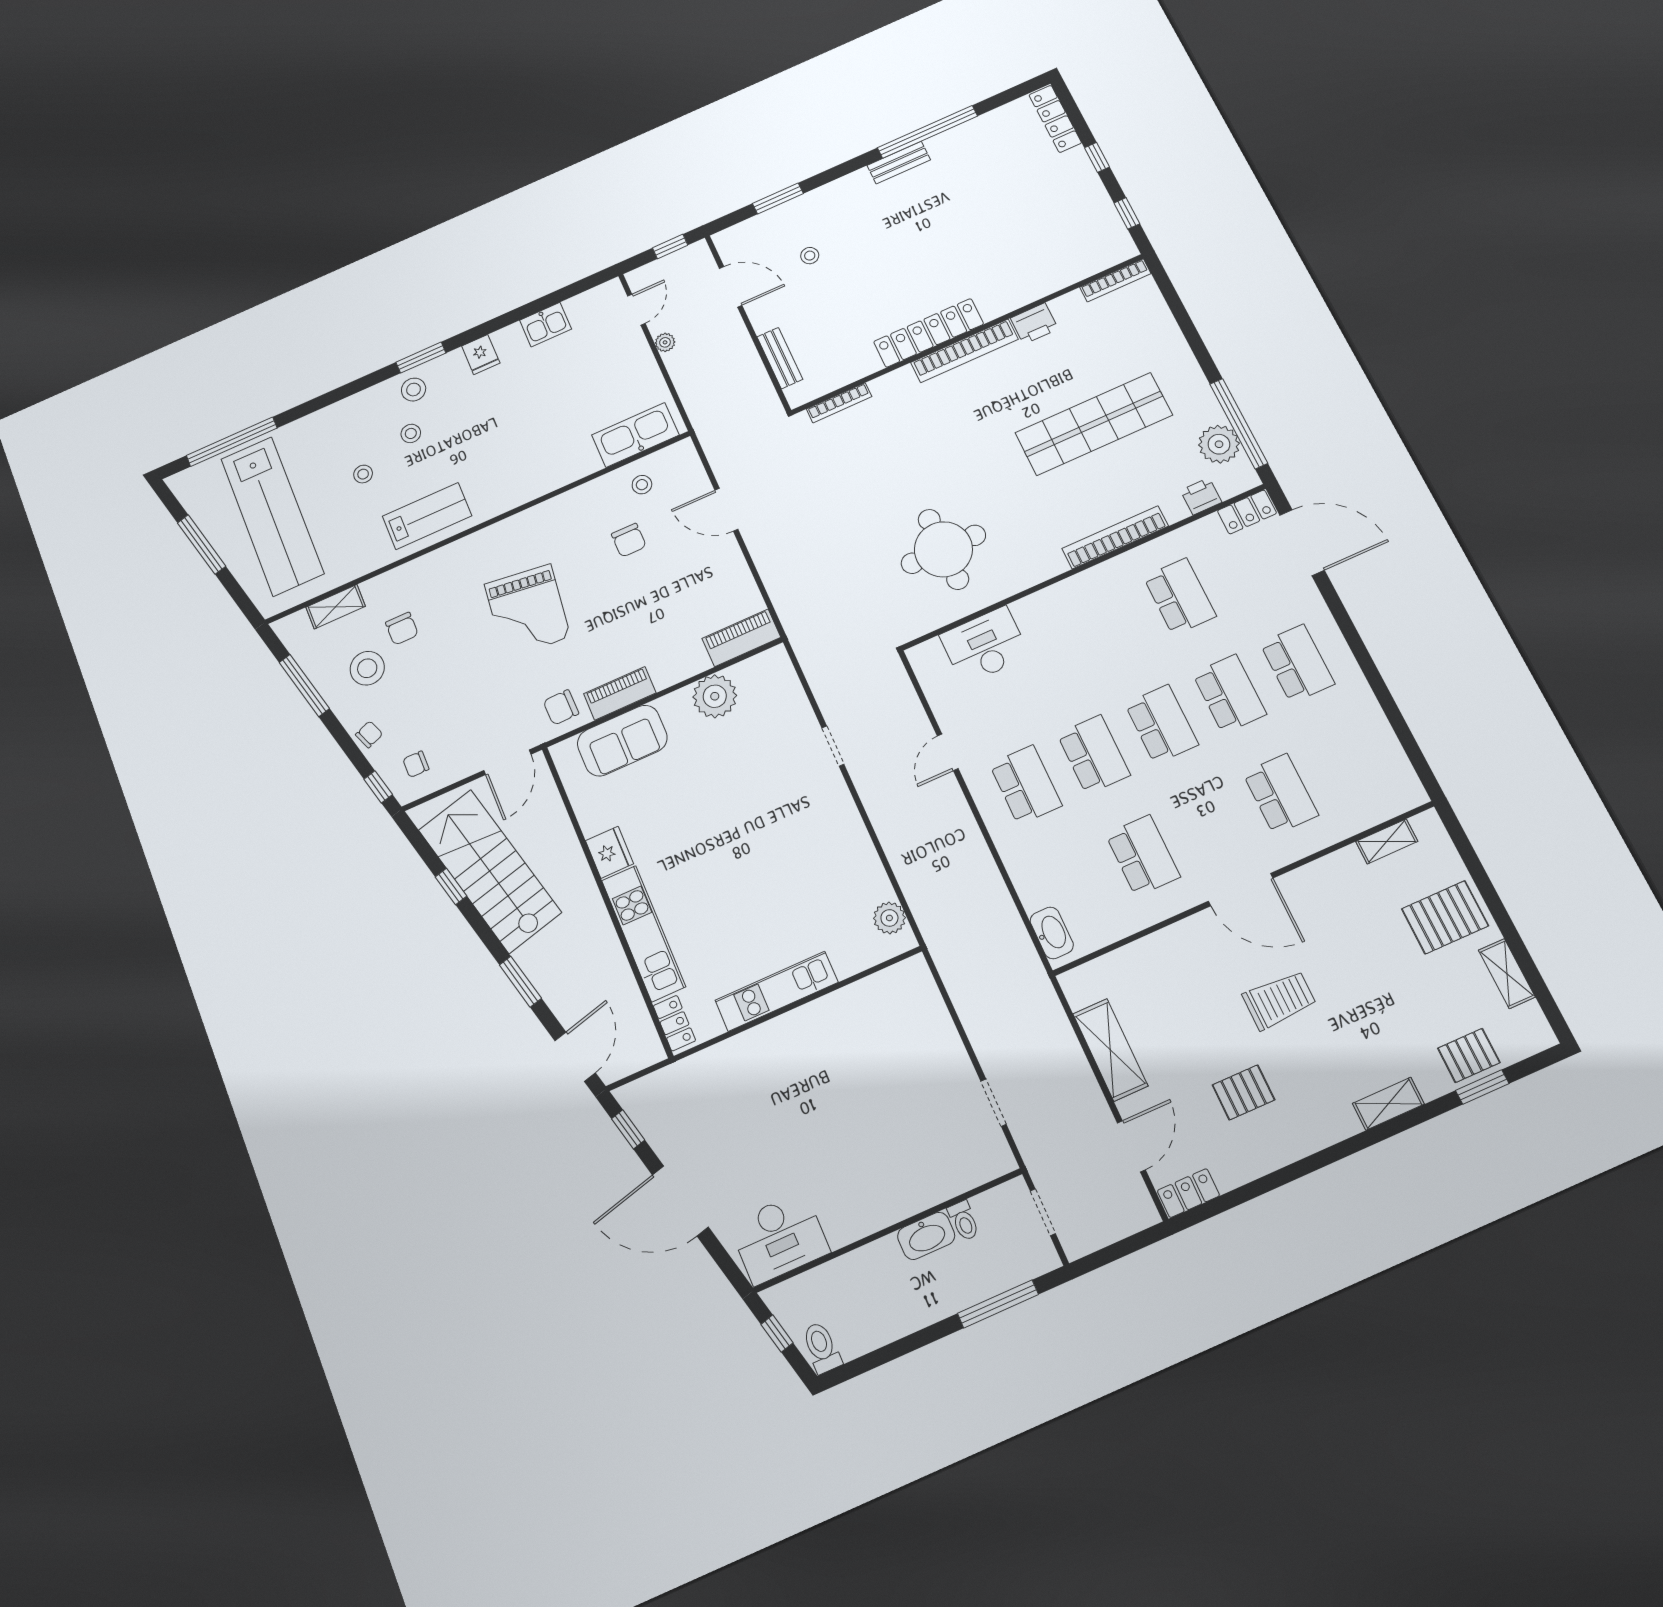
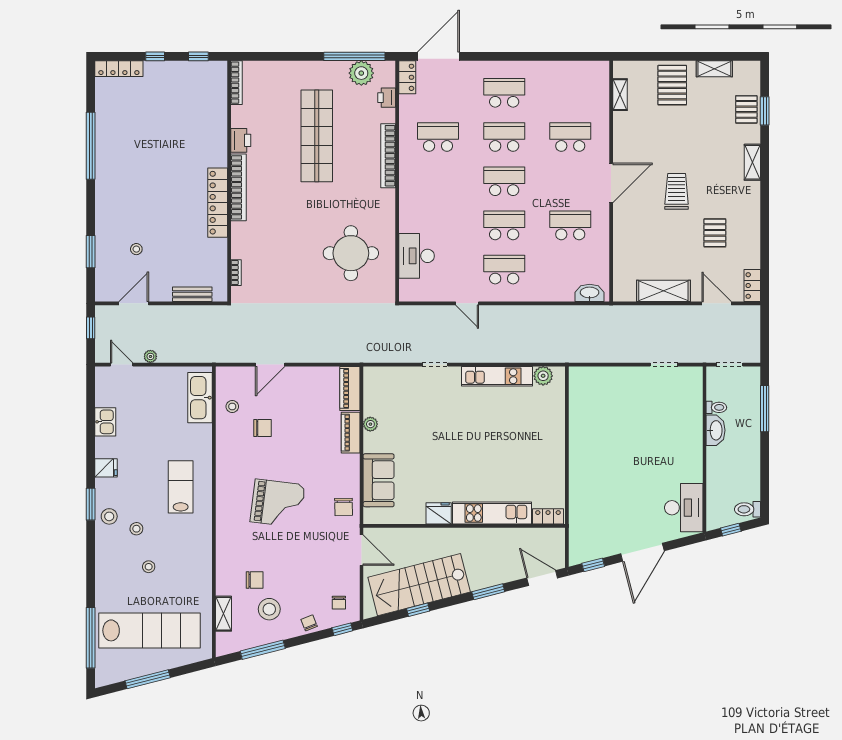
bench: (899, 163) -> (102, 171), removed
bookcase: (839, 403) -> (236, 273), width x0.64
lab bench: (427, 516) -> (181, 487), moved
piano: (620, 693) -> (351, 433), moved
plant: (715, 696) -> (370, 424), width x0.53, depth x0.53
kitchen unit: (777, 991) -> (497, 376), moved, turned -90

